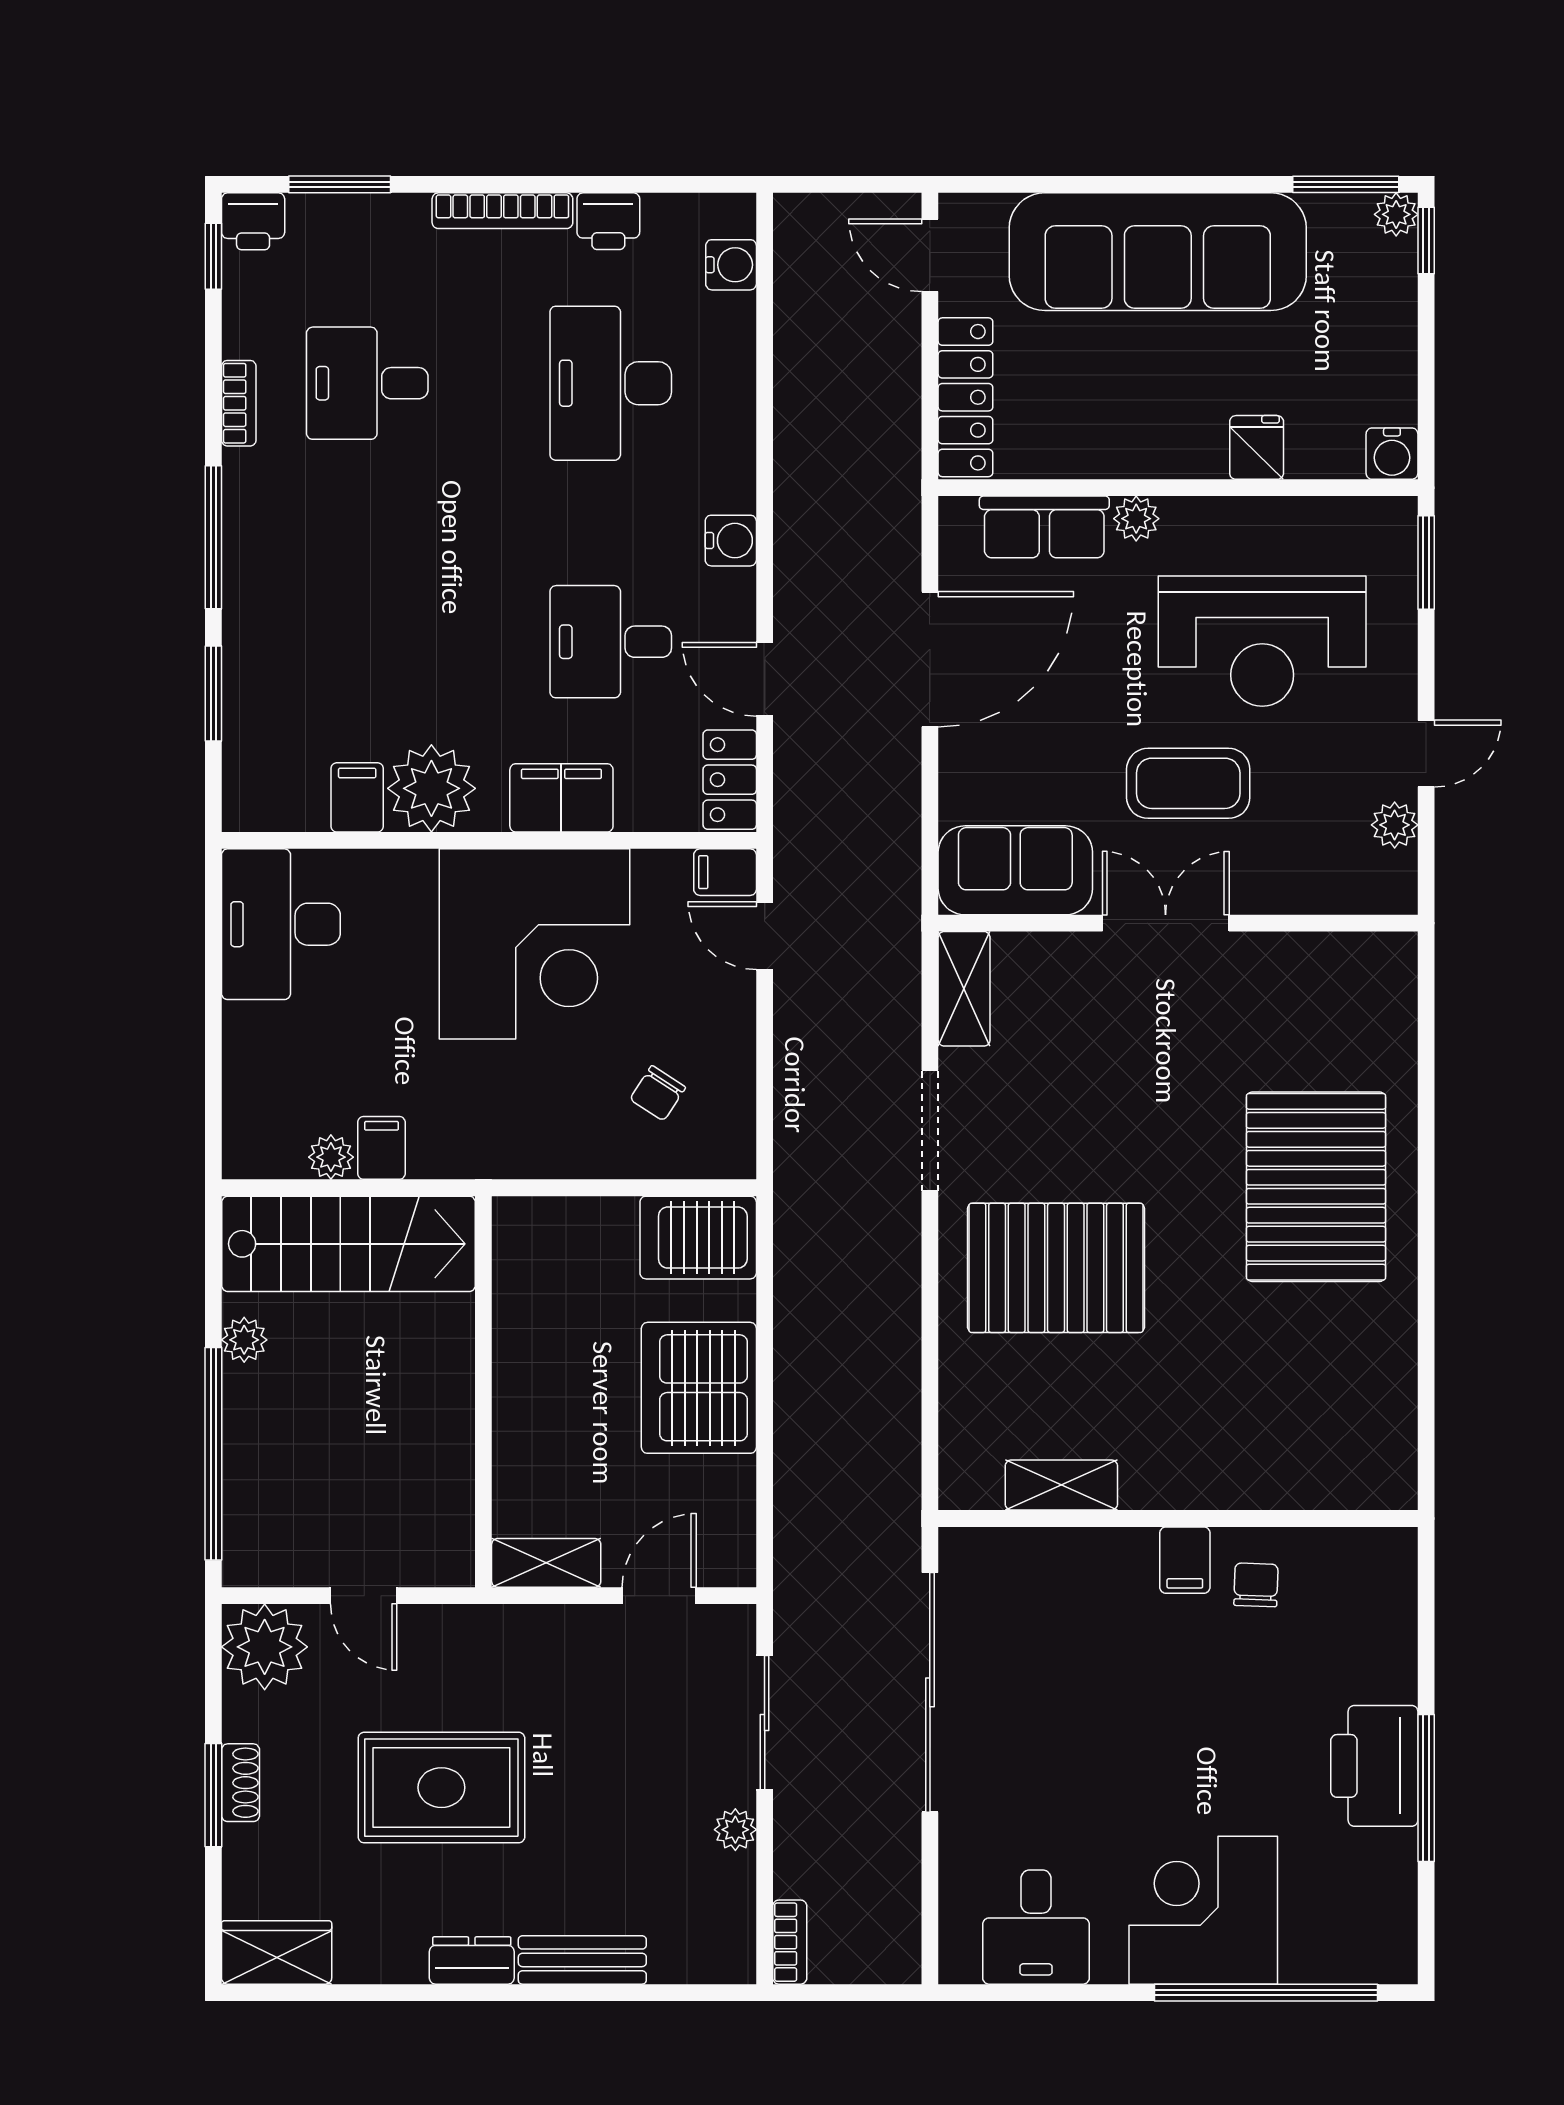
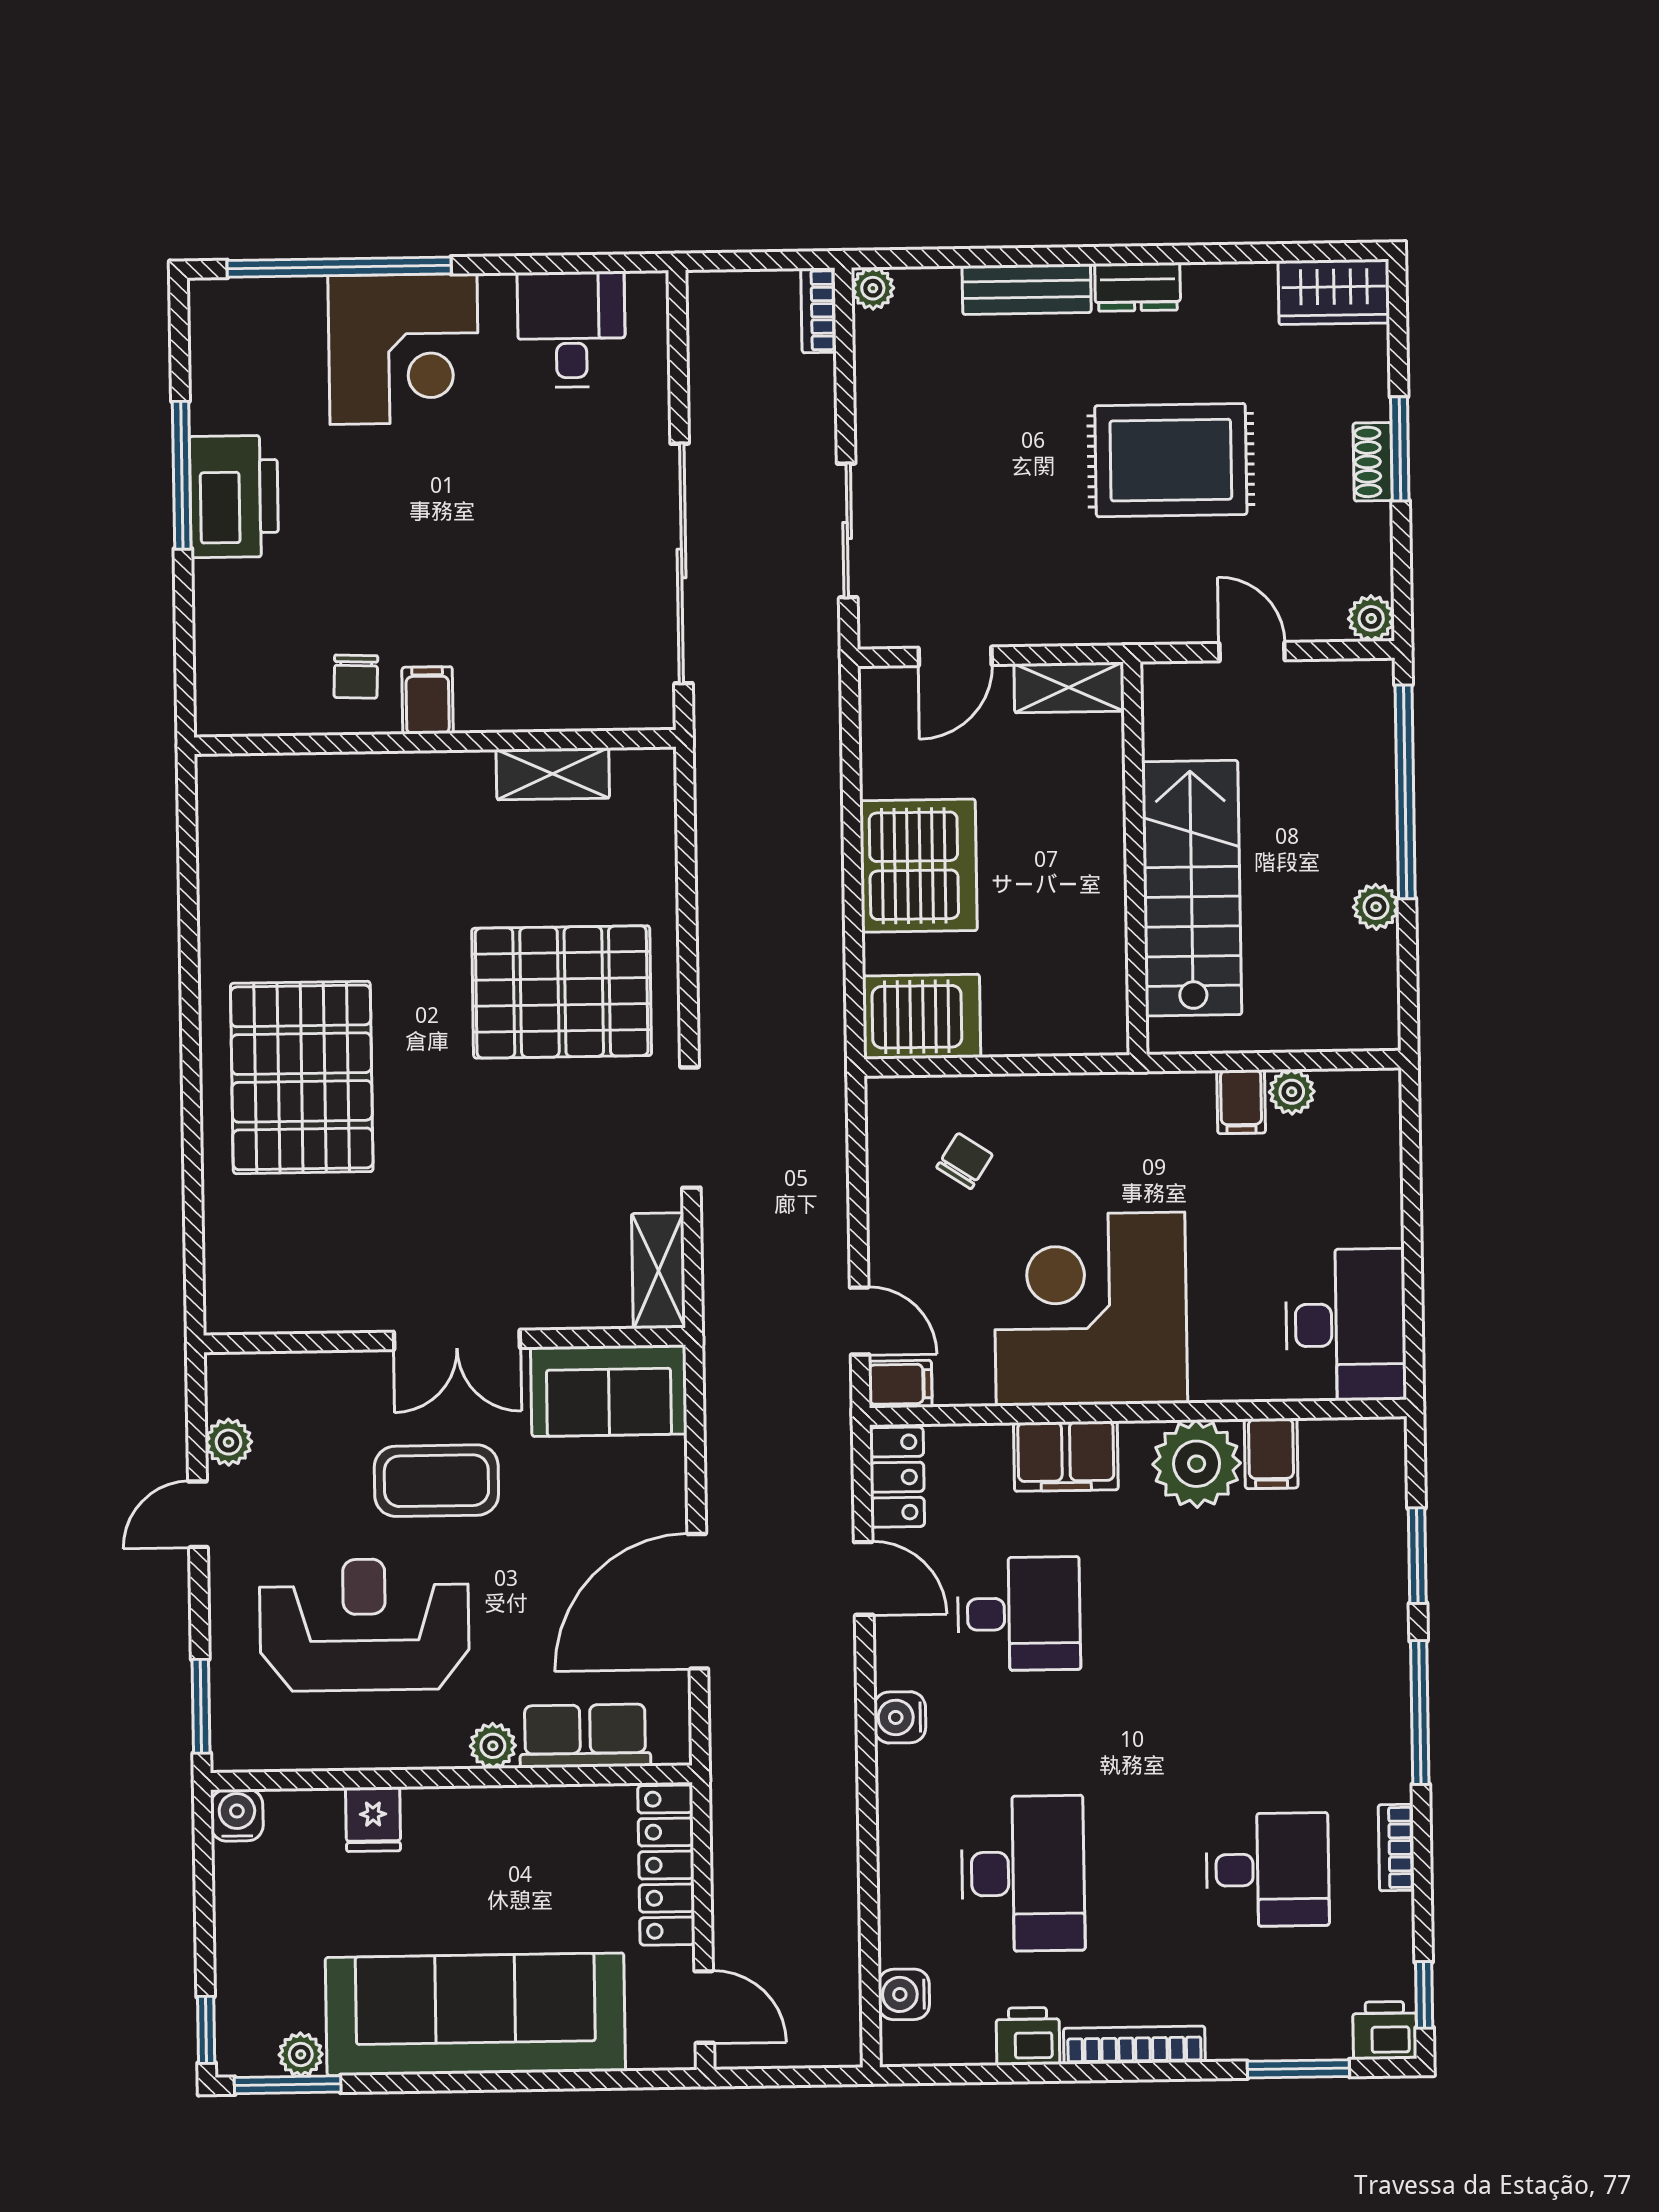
plant: (1396, 214) -> (301, 2054), moved
stairs: (349, 1244) -> (1192, 888), moved, turned 90
plant: (265, 1647) -> (1371, 618), width x0.53, depth x0.53
plant: (735, 1830) -> (873, 288), moved

